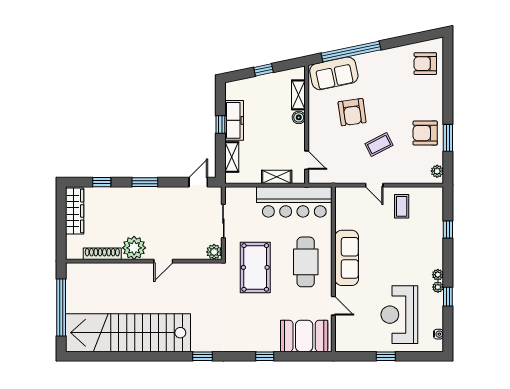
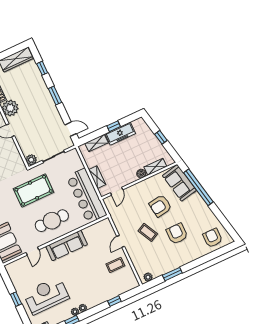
armchair: (425, 133) -> (177, 234), moved

